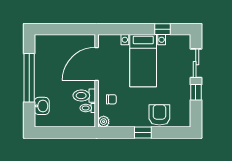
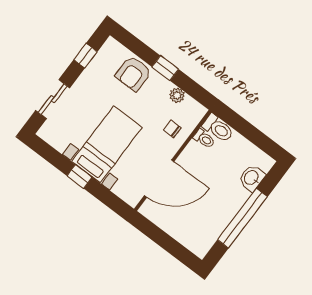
window: (163, 29) -> (80, 177), moved
window: (196, 92) -> (85, 56), moved
toilet: (84, 96) -> (218, 128), moved
plant: (104, 122) -> (177, 95), moved

